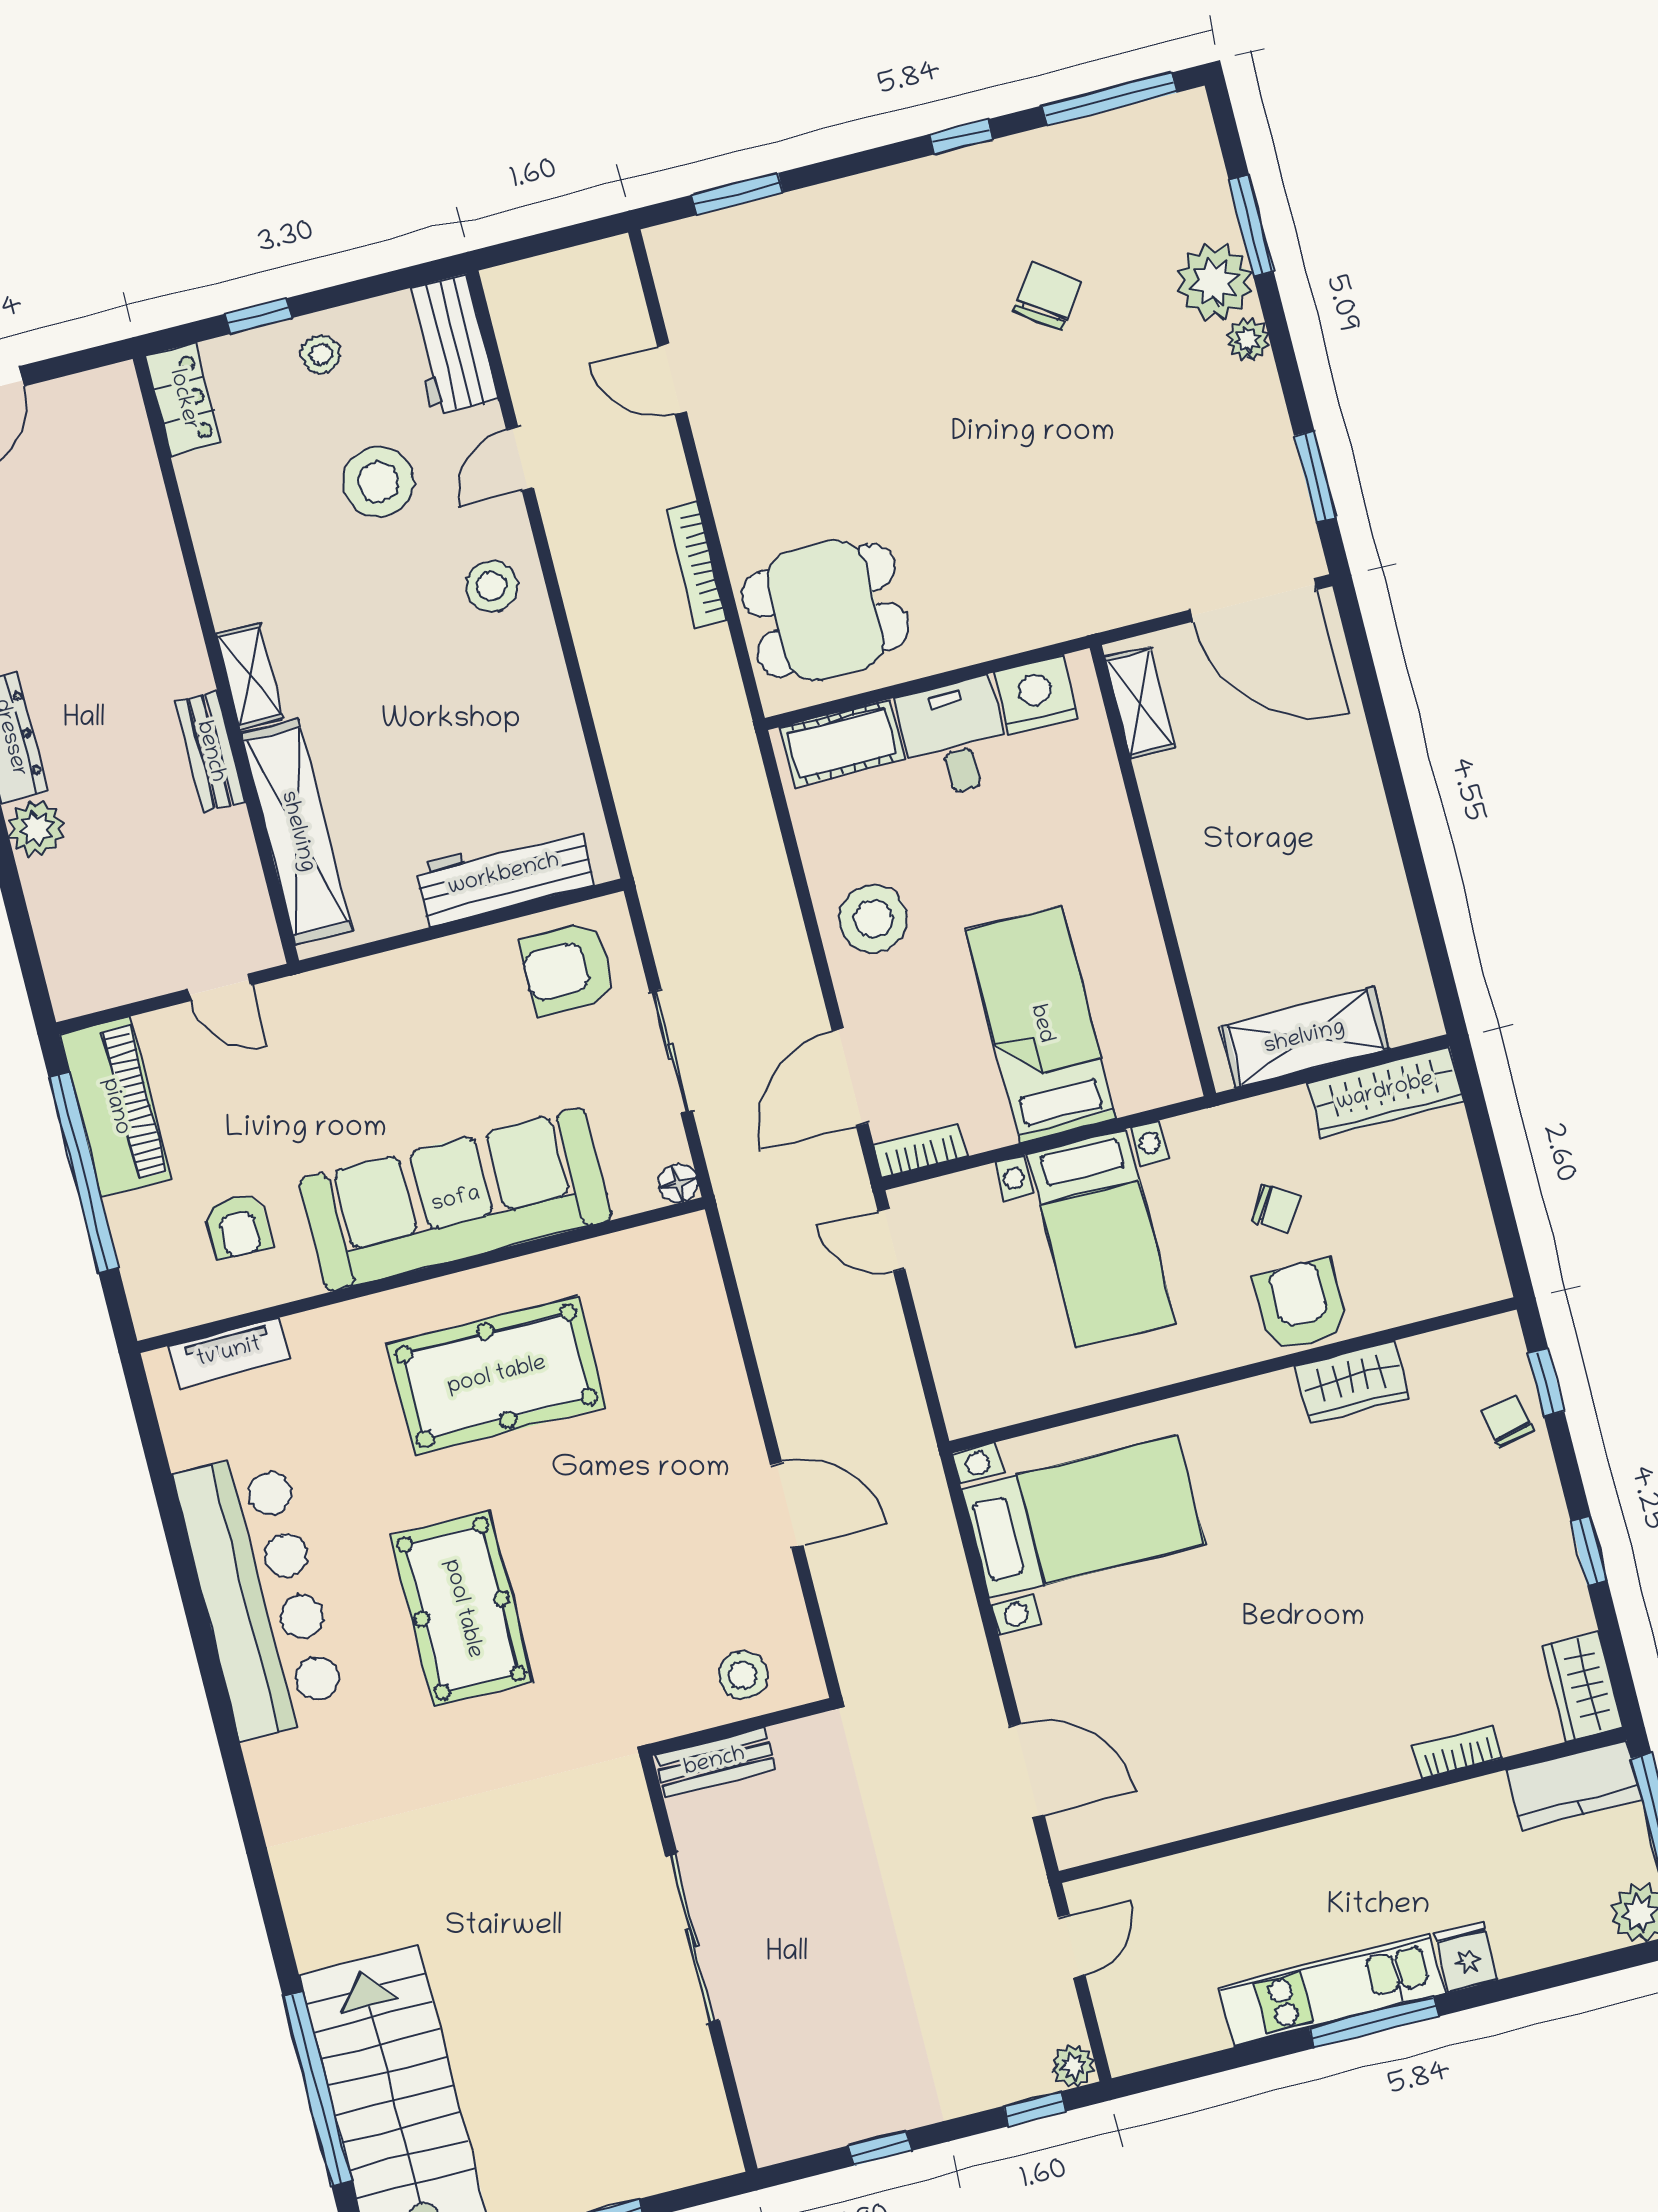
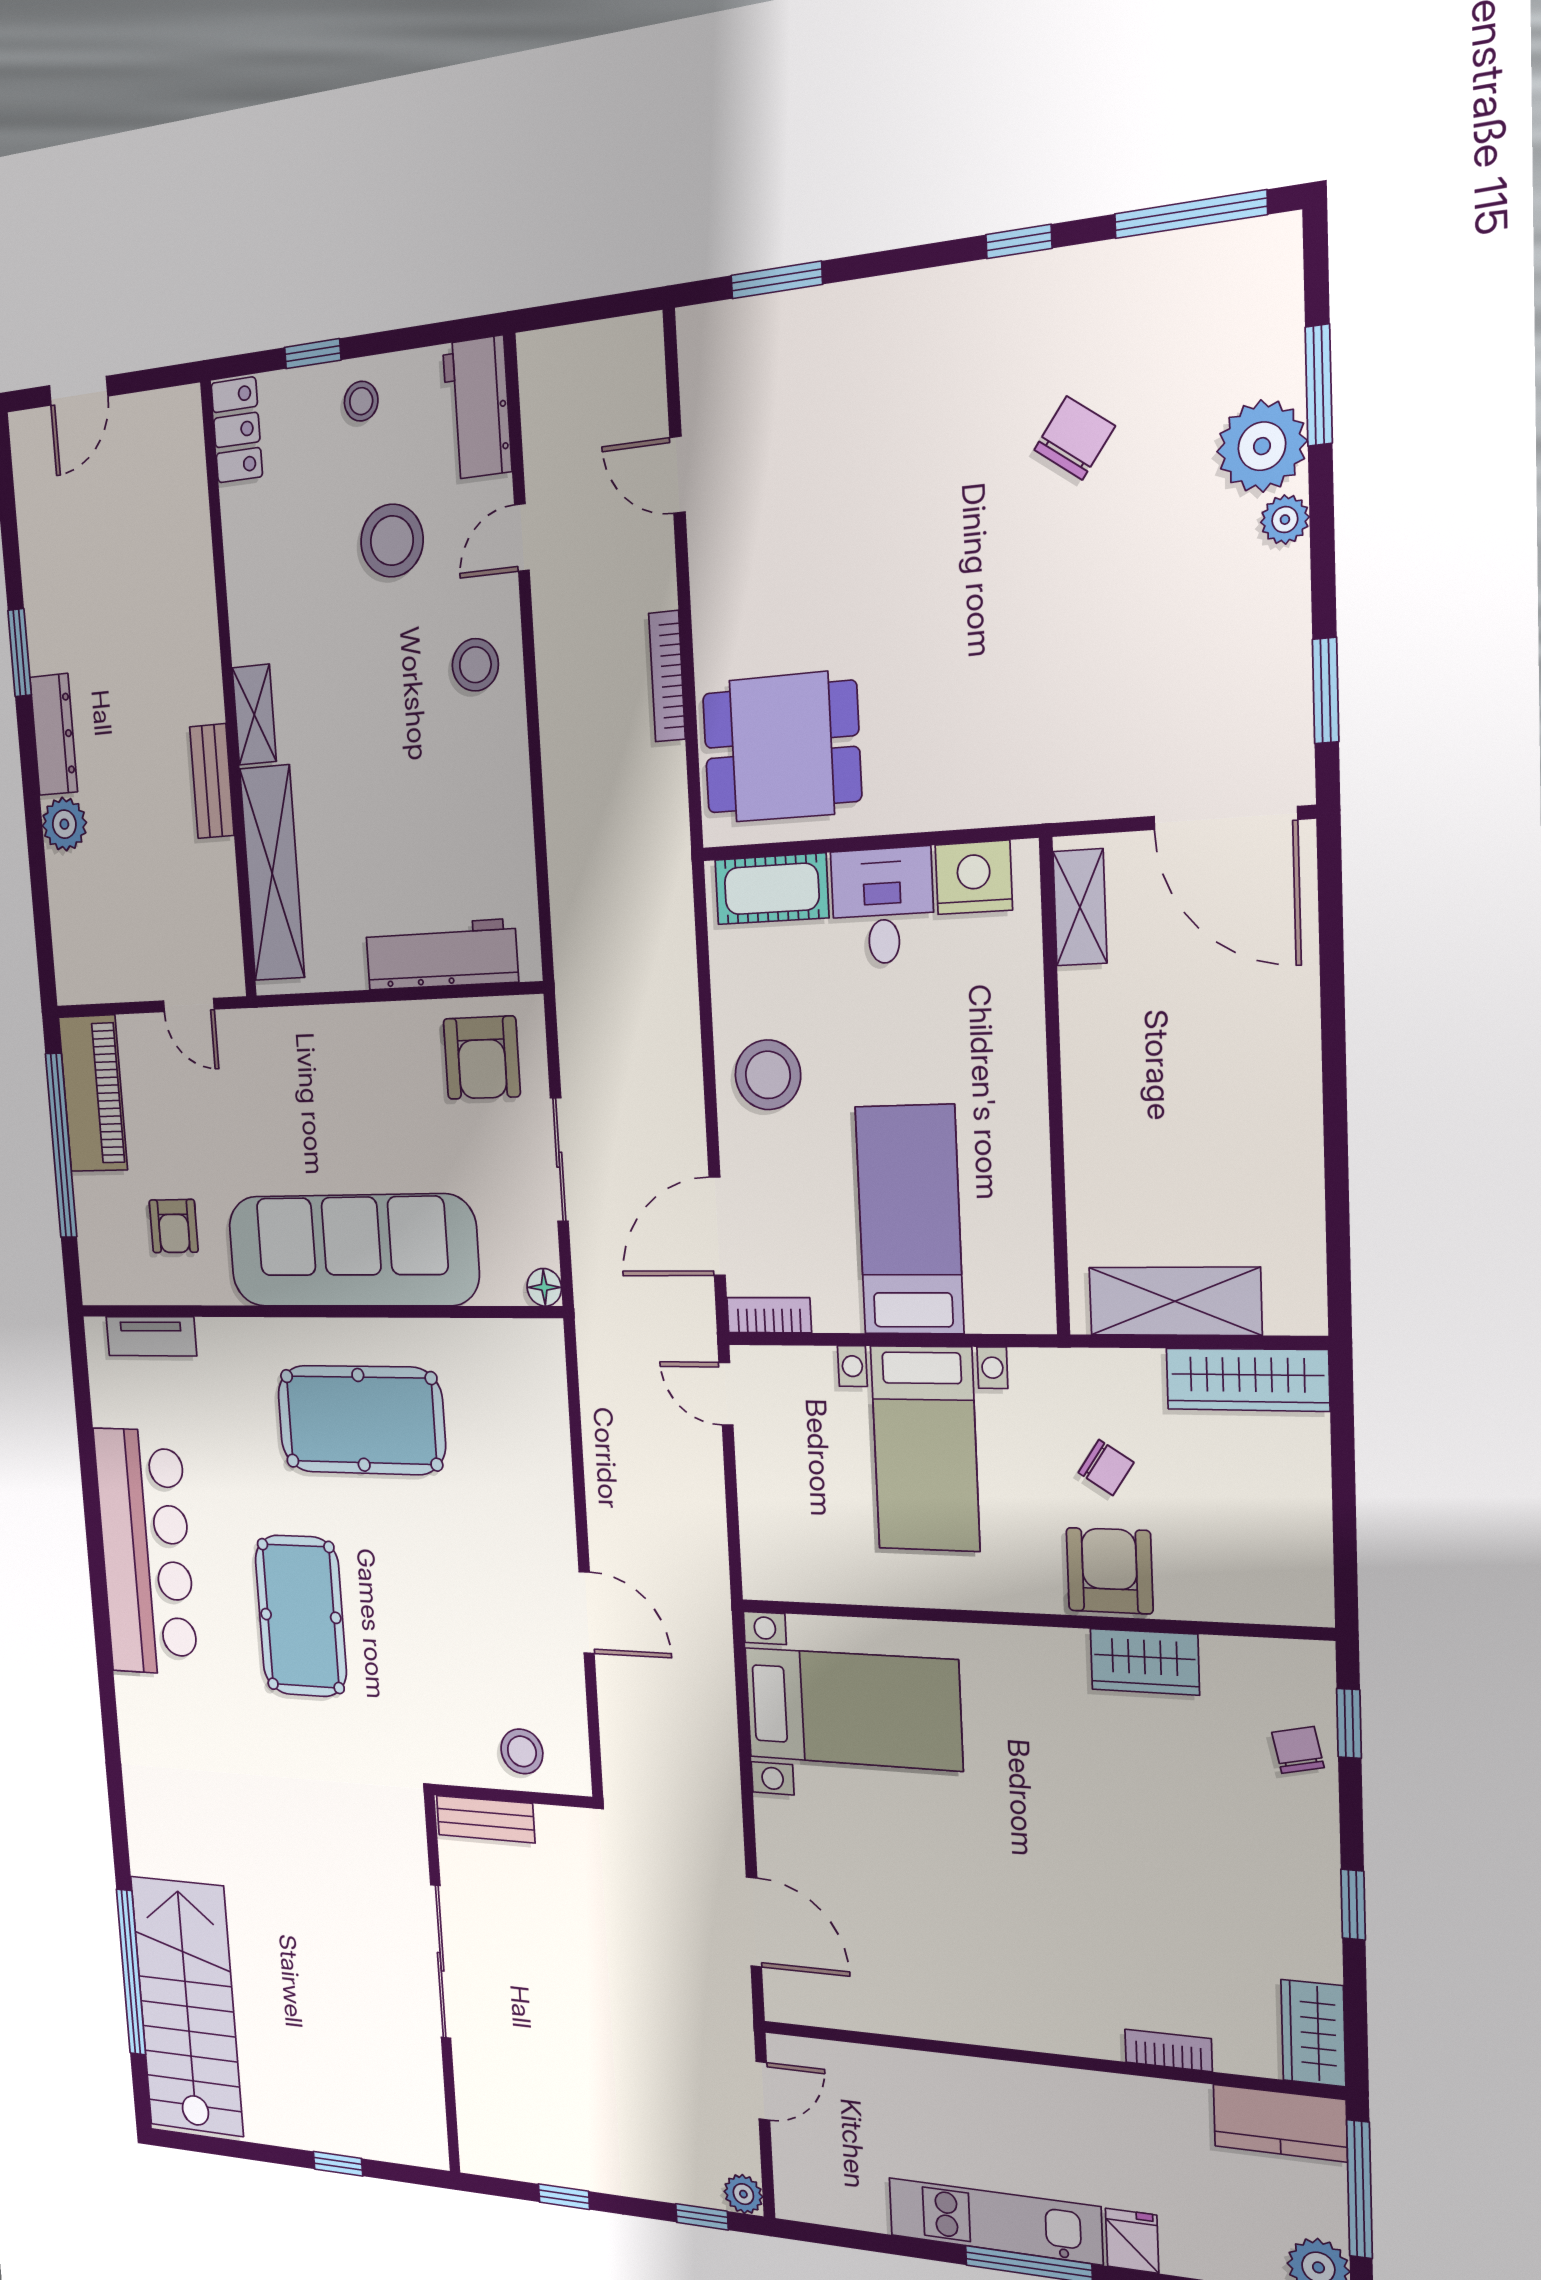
armchair: (568, 968) -> (482, 1058), turned -90

